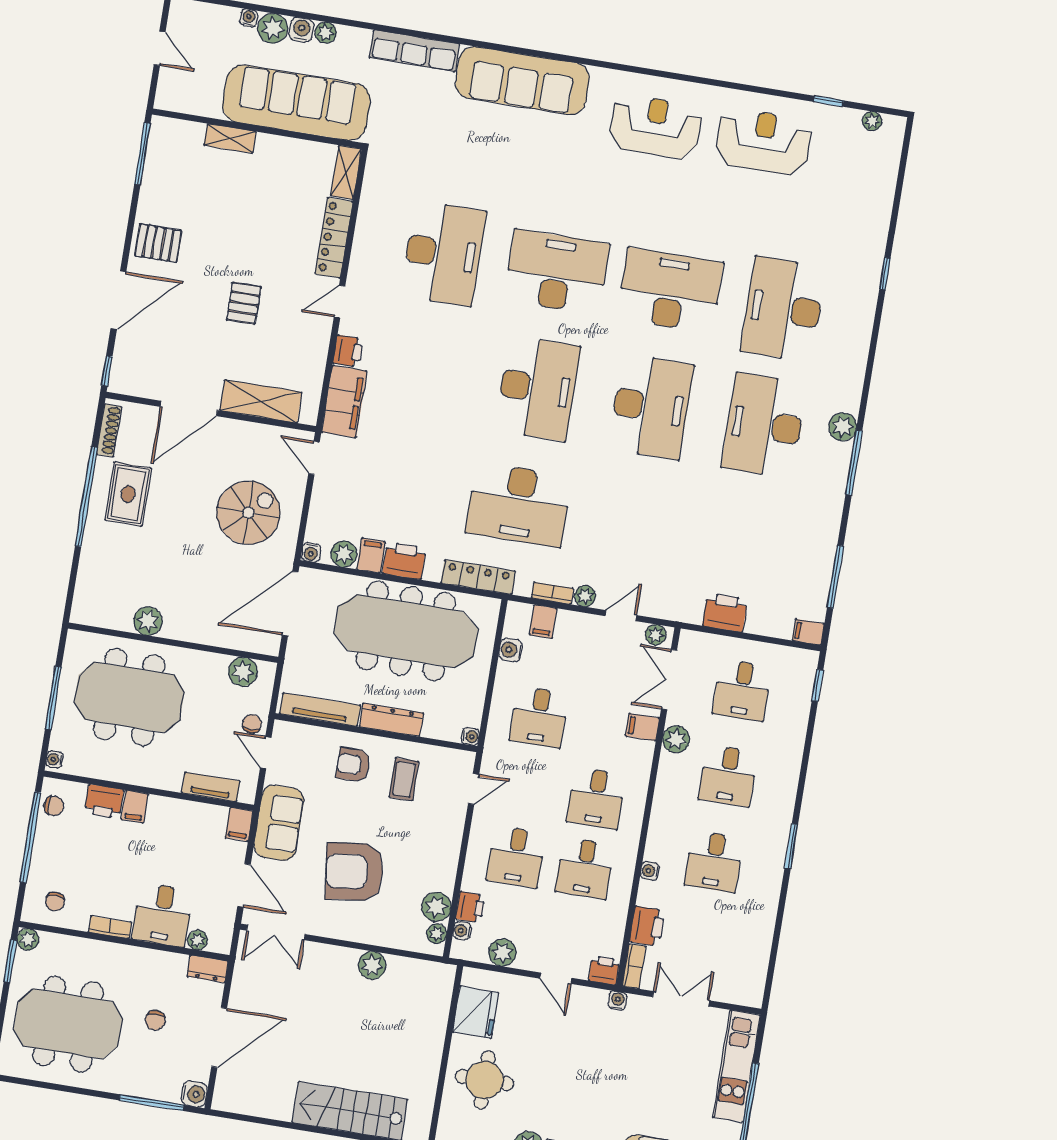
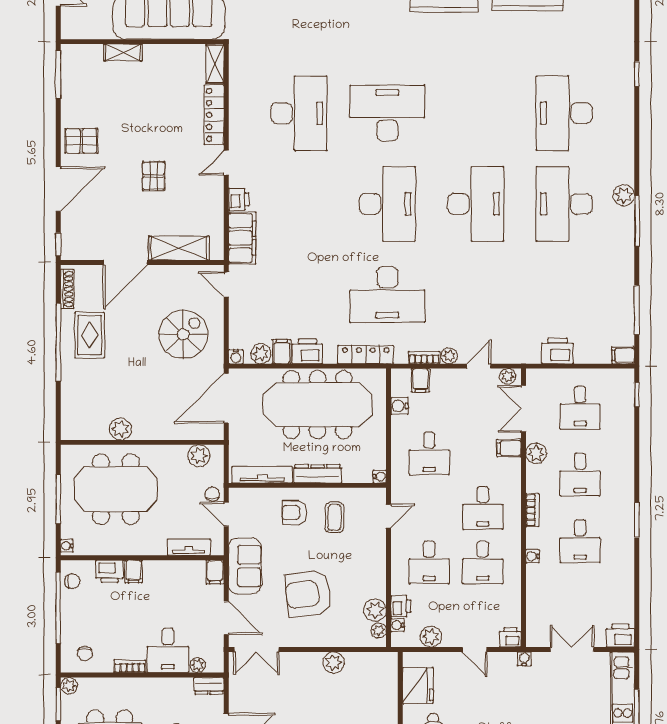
desk: (670, 290) -> (476, 113), removed
printer: (647, 926) -> (620, 636), moved, turned -90
bookcase: (634, 966) -> (532, 510), moved

